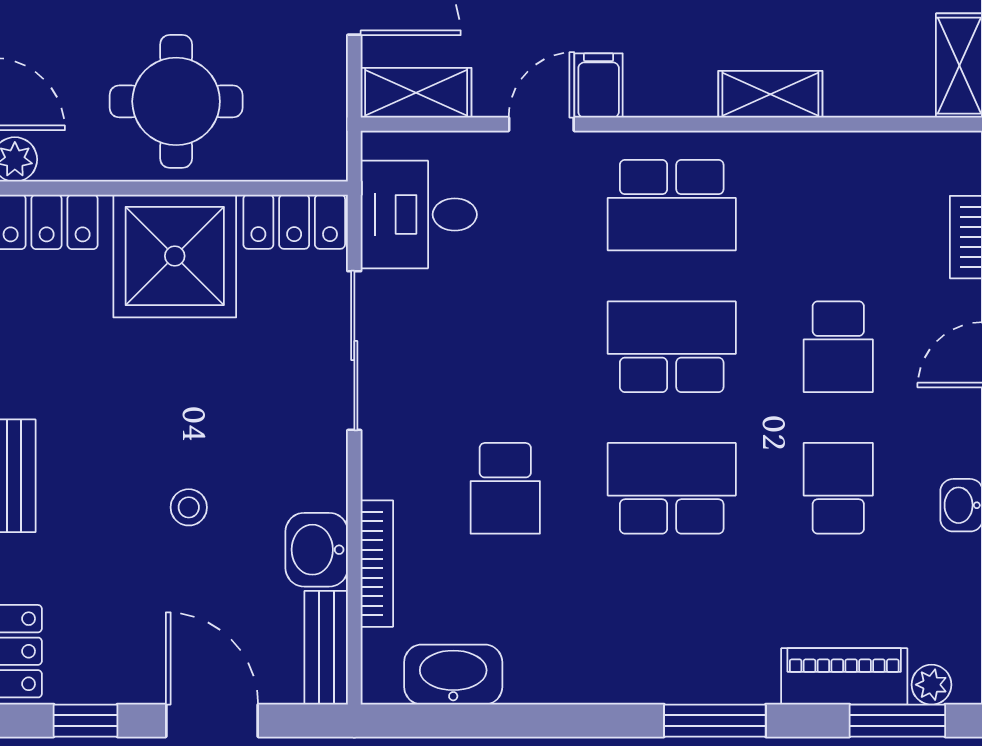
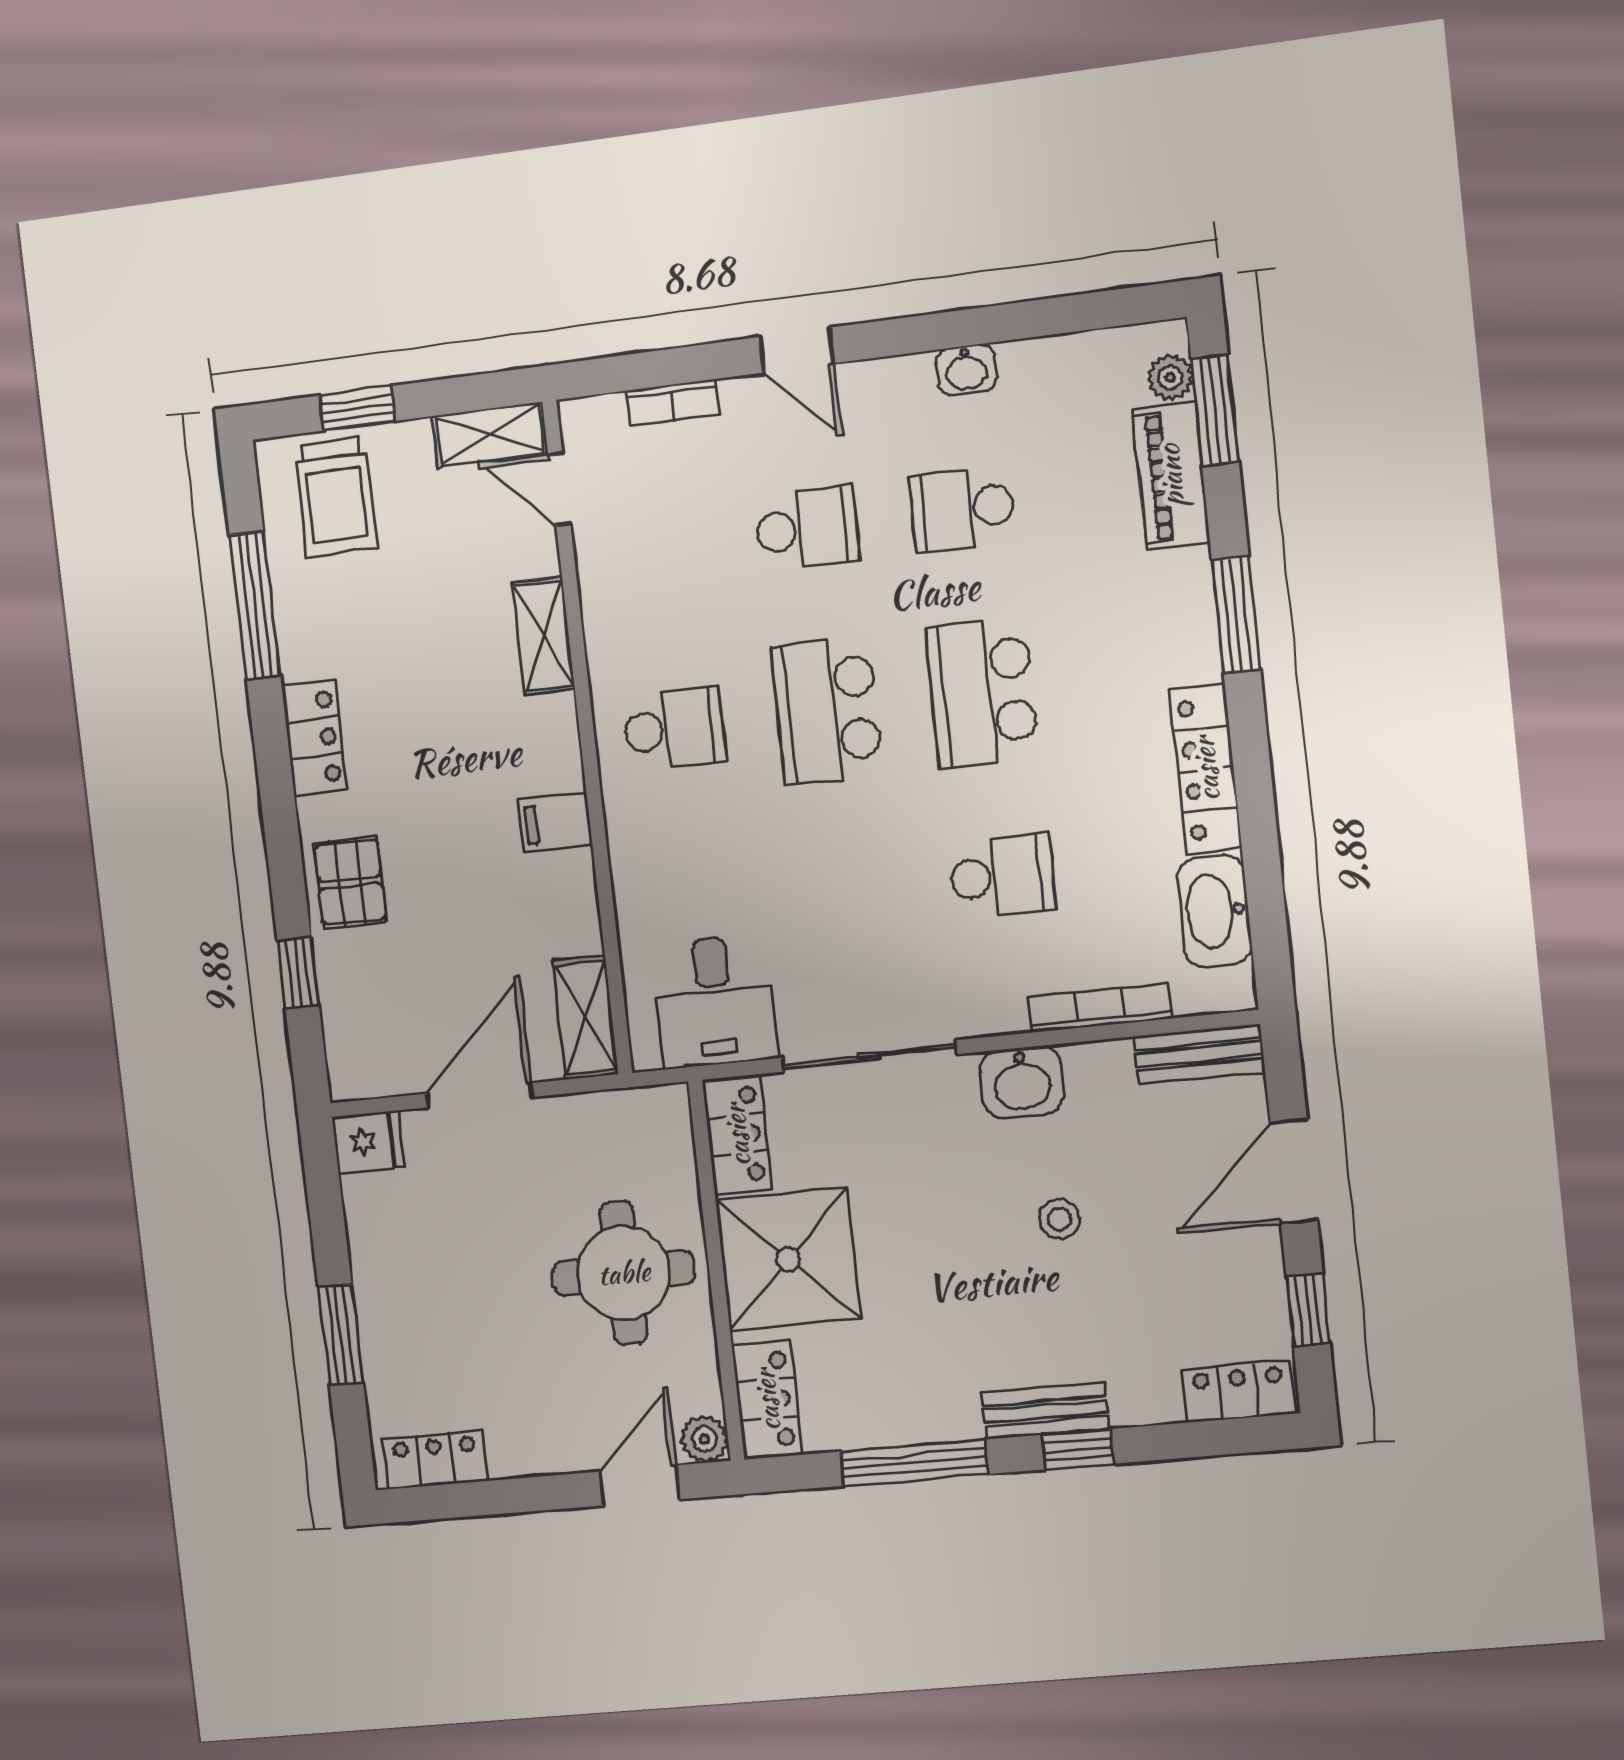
door: (541, 124) -> (559, 489), moved
school desk: (672, 205) -> (674, 729), width x0.54
washbasin: (317, 550) -> (1022, 1082), moved
locker: (581, 680) -> (1206, 769), added

